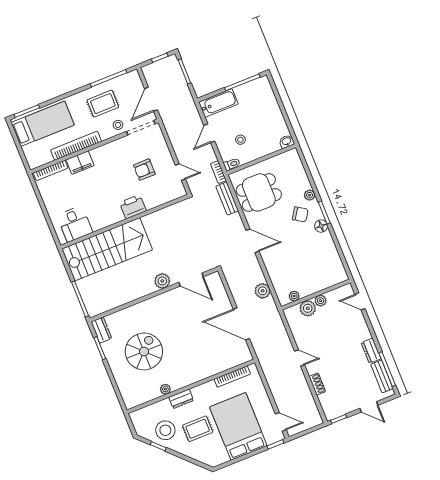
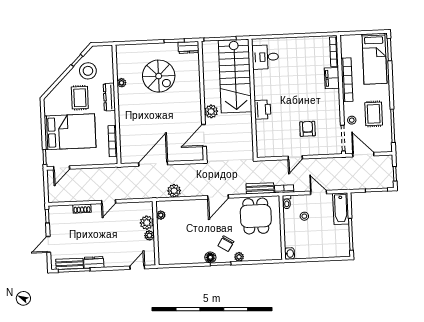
printer: (133, 207) -> (263, 110), moved
wall: (125, 222) -> (253, 98), moved
desk: (75, 224) -> (265, 57), moved
stairs: (107, 249) -> (235, 76), moved
dresser: (181, 399) -> (109, 97), width x1.44

